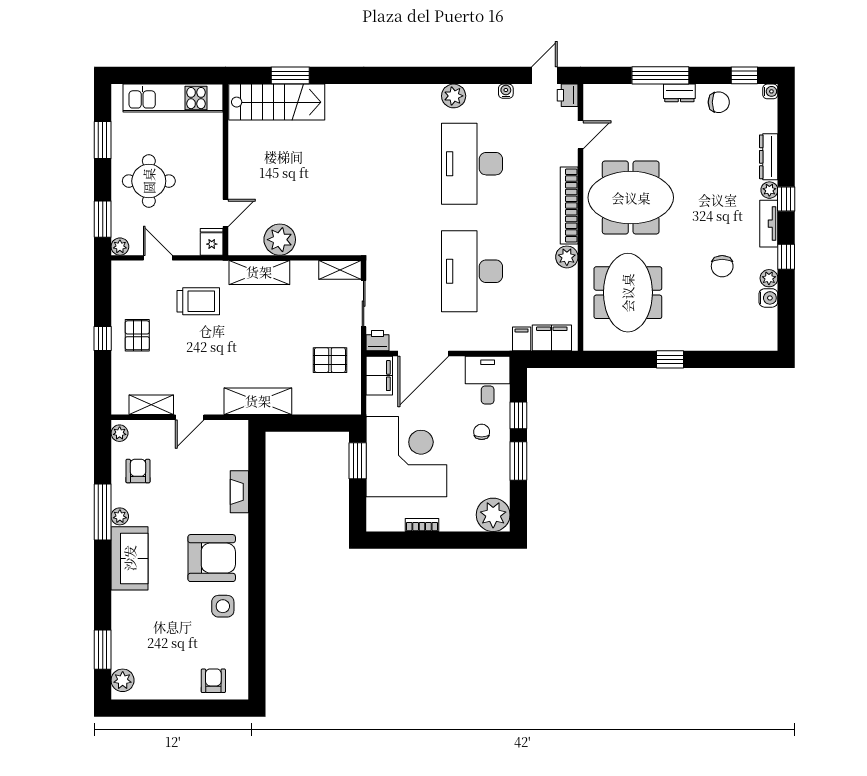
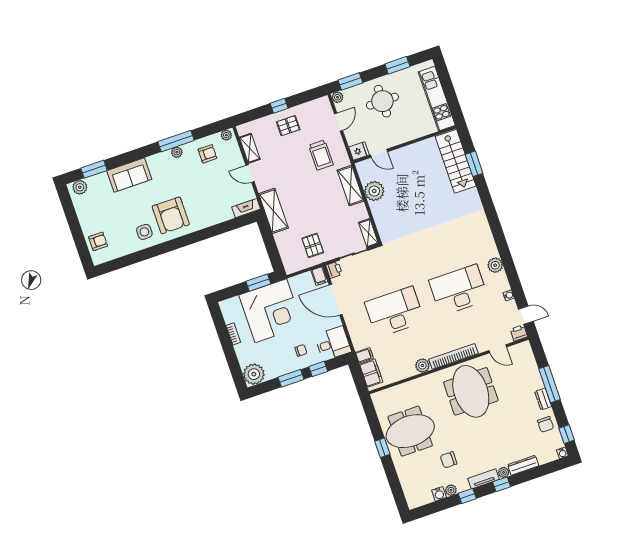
meeting table: (628, 293) -> (410, 431), moved
filing cabinet: (379, 376) -> (319, 276), width x0.50
fireplace: (239, 492) -> (246, 208), moved
sofa: (130, 558) -> (129, 175), moved

